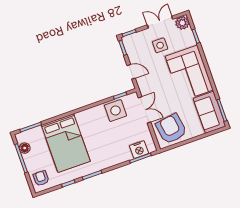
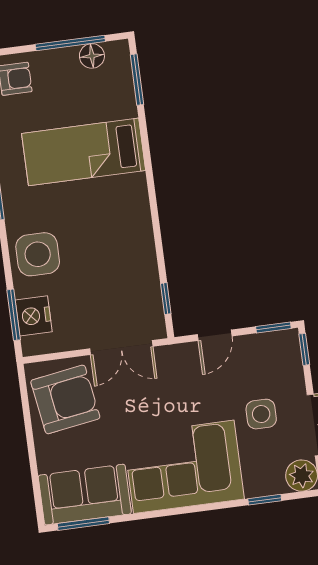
side table: (115, 111) -> (38, 254), moved
bed: (66, 143) -> (84, 152), width x0.67

